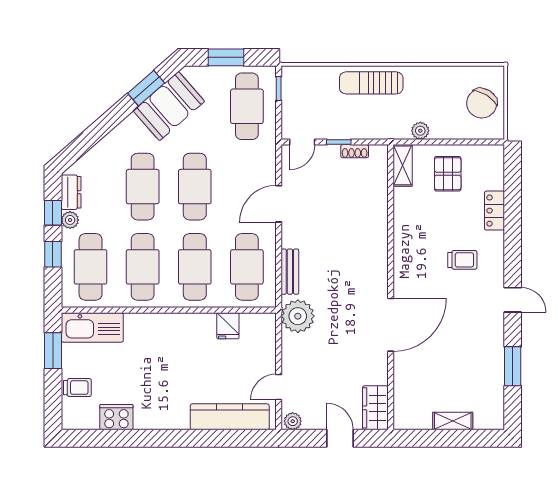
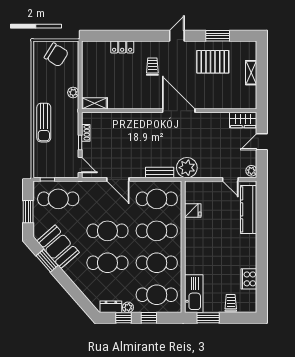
pallet: (448, 174) -> (213, 62), moved, width x1.50, depth x1.42
door: (391, 325) -> (179, 111), moved

